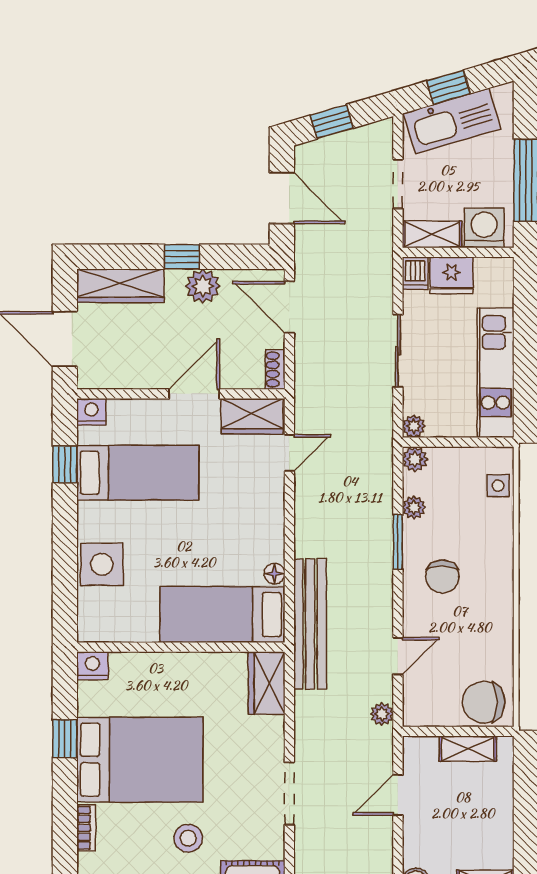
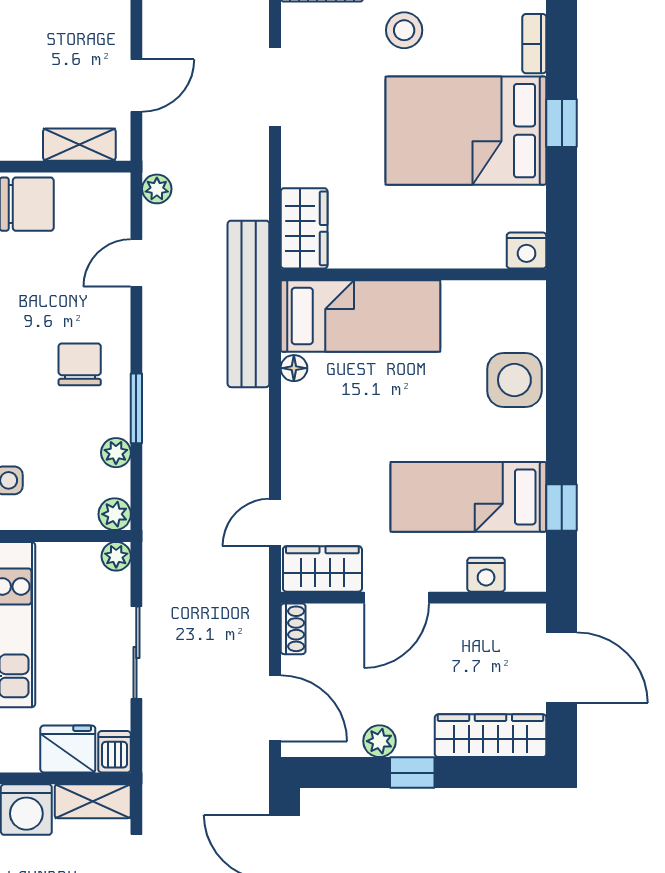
plant: (203, 286) -> (380, 741), width x0.73, depth x0.73
nightstand: (92, 412) -> (486, 575), moved
window: (65, 739) -> (562, 123), moved
shelving: (468, 749) -> (79, 145), moved

